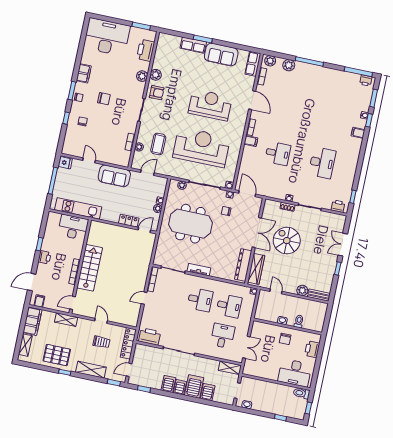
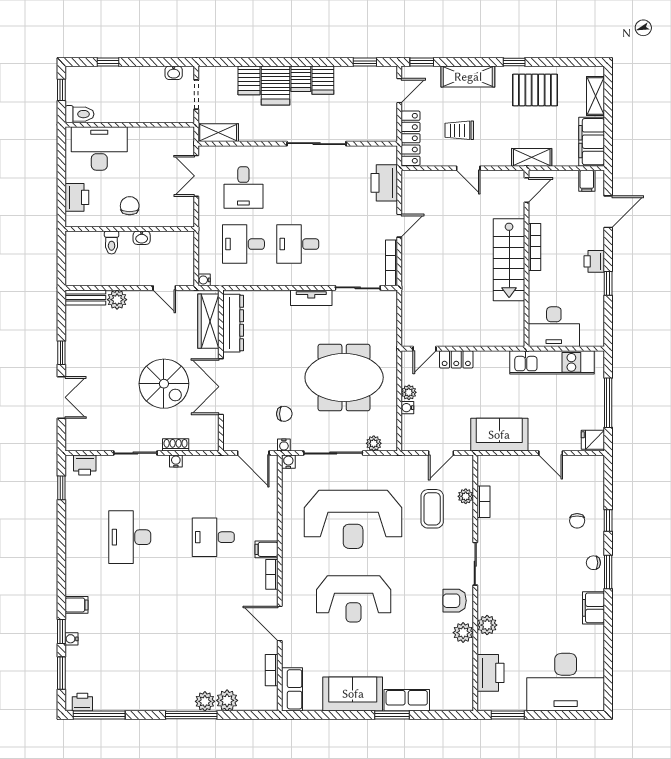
plant: (270, 61) -> (205, 701), moved
chair: (104, 99) -> (547, 570), removed
printer: (150, 336) -> (384, 183), moved, turned 90

